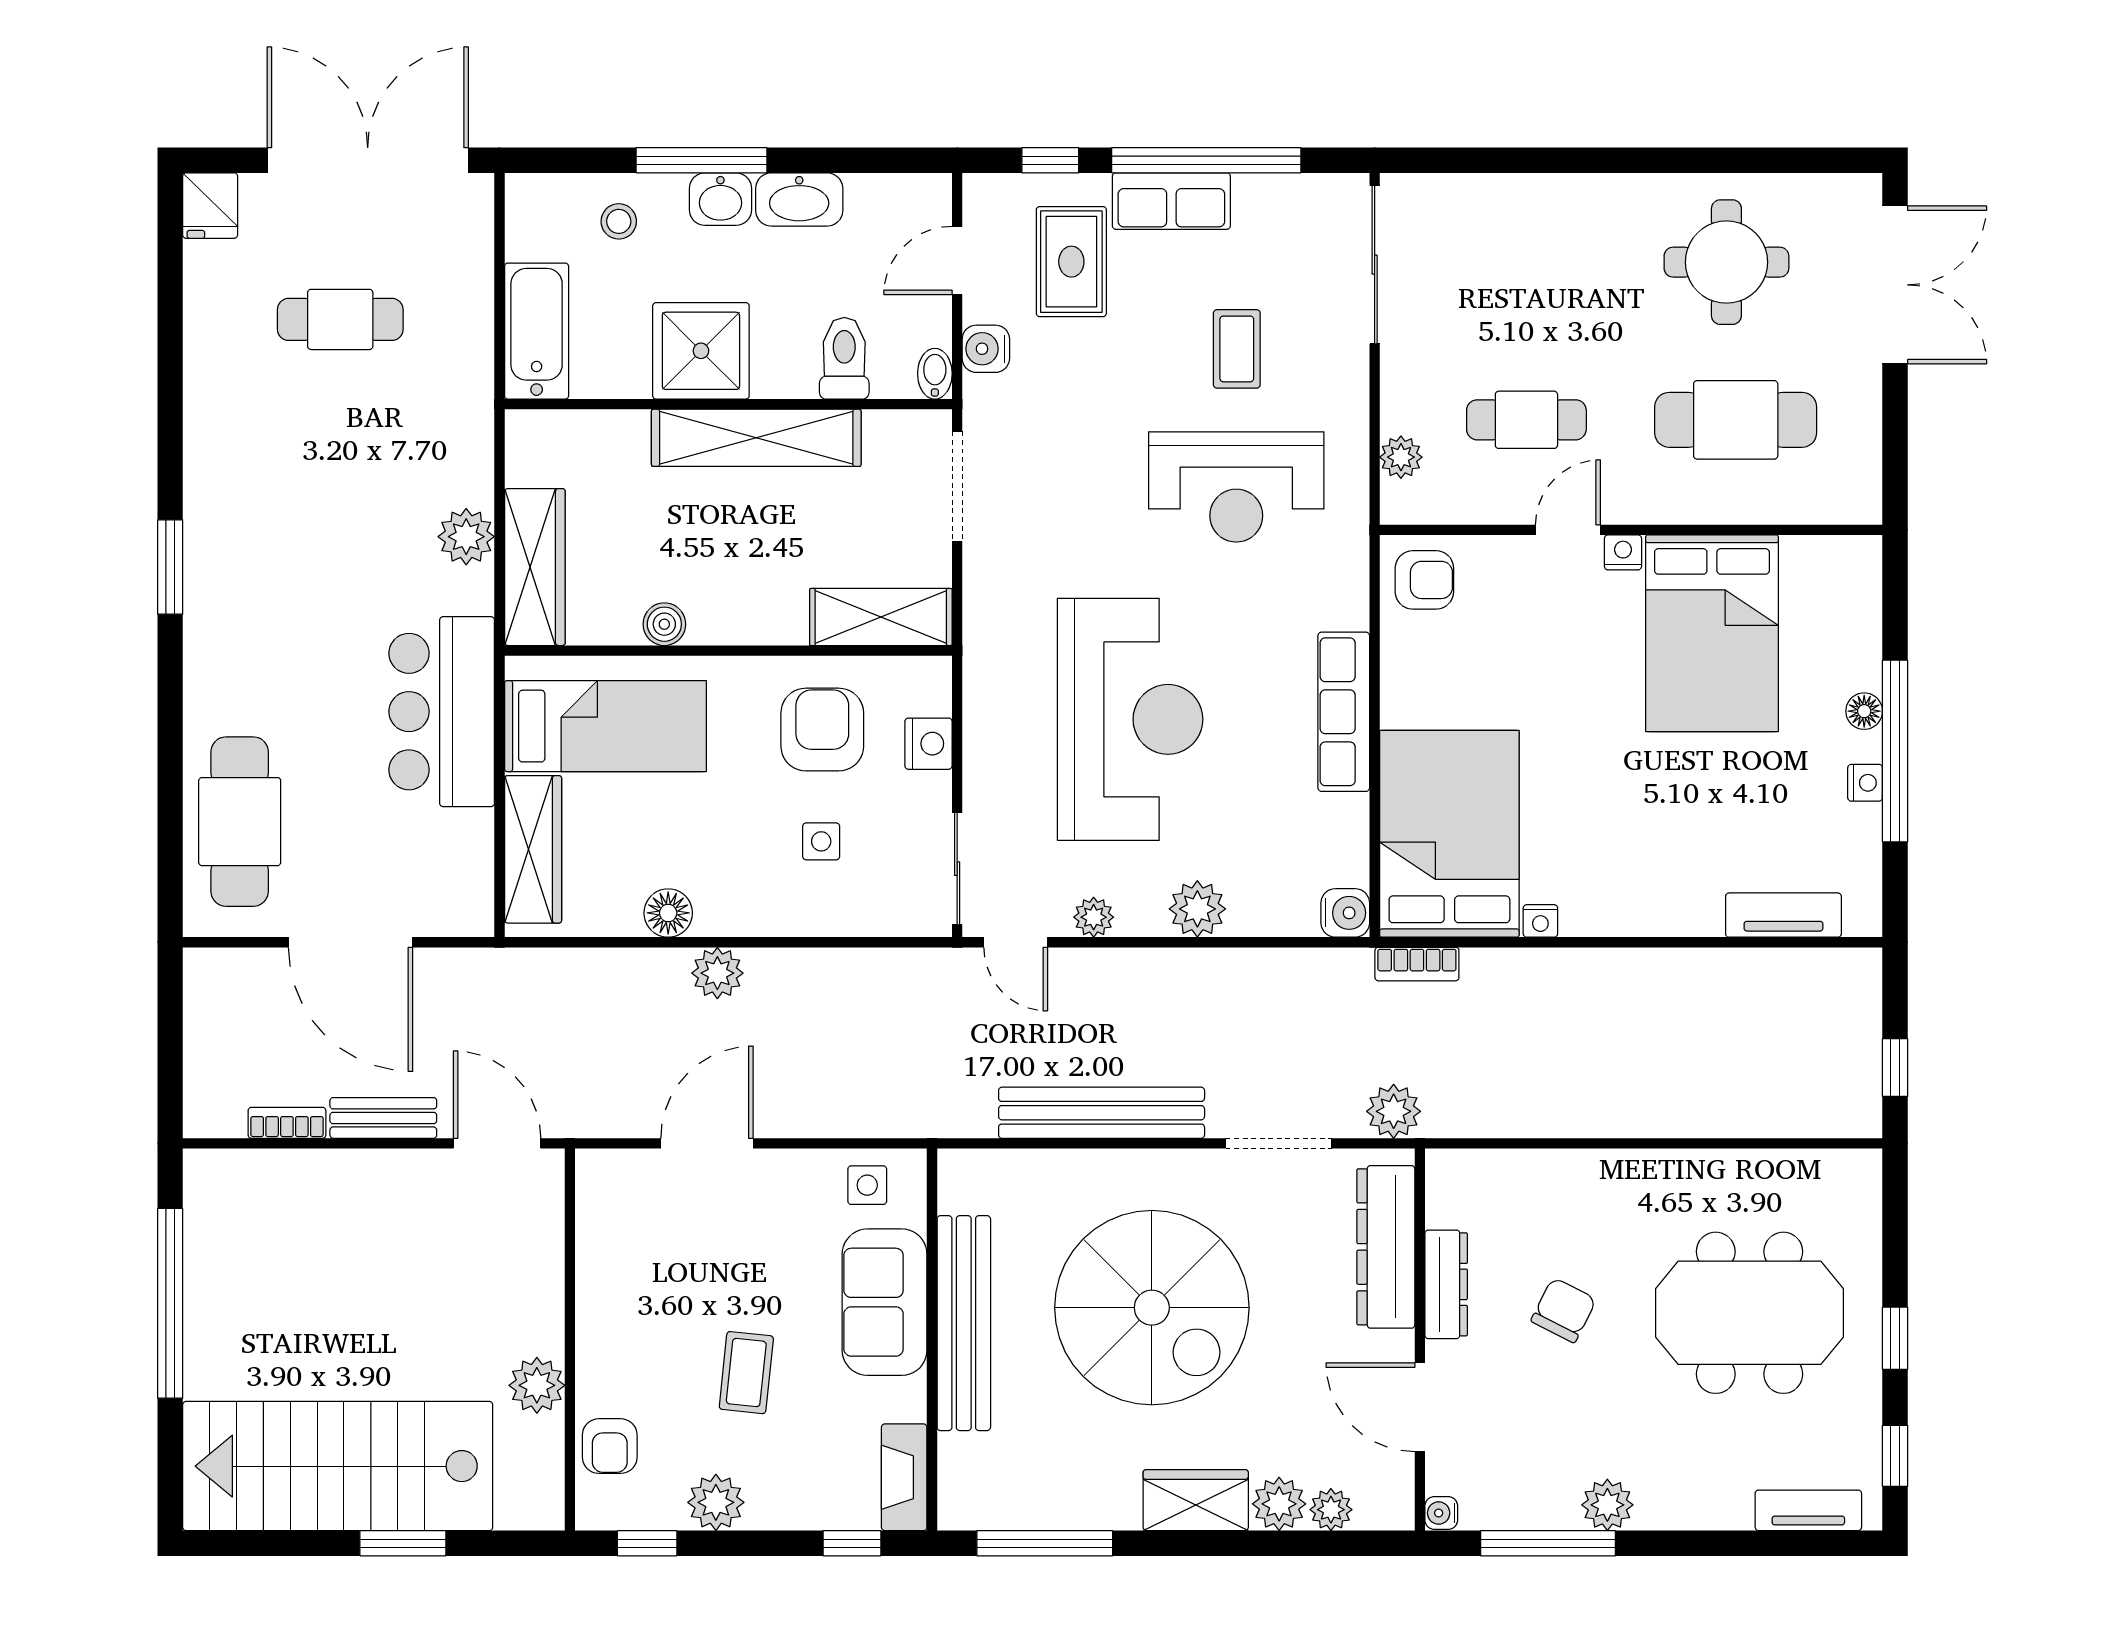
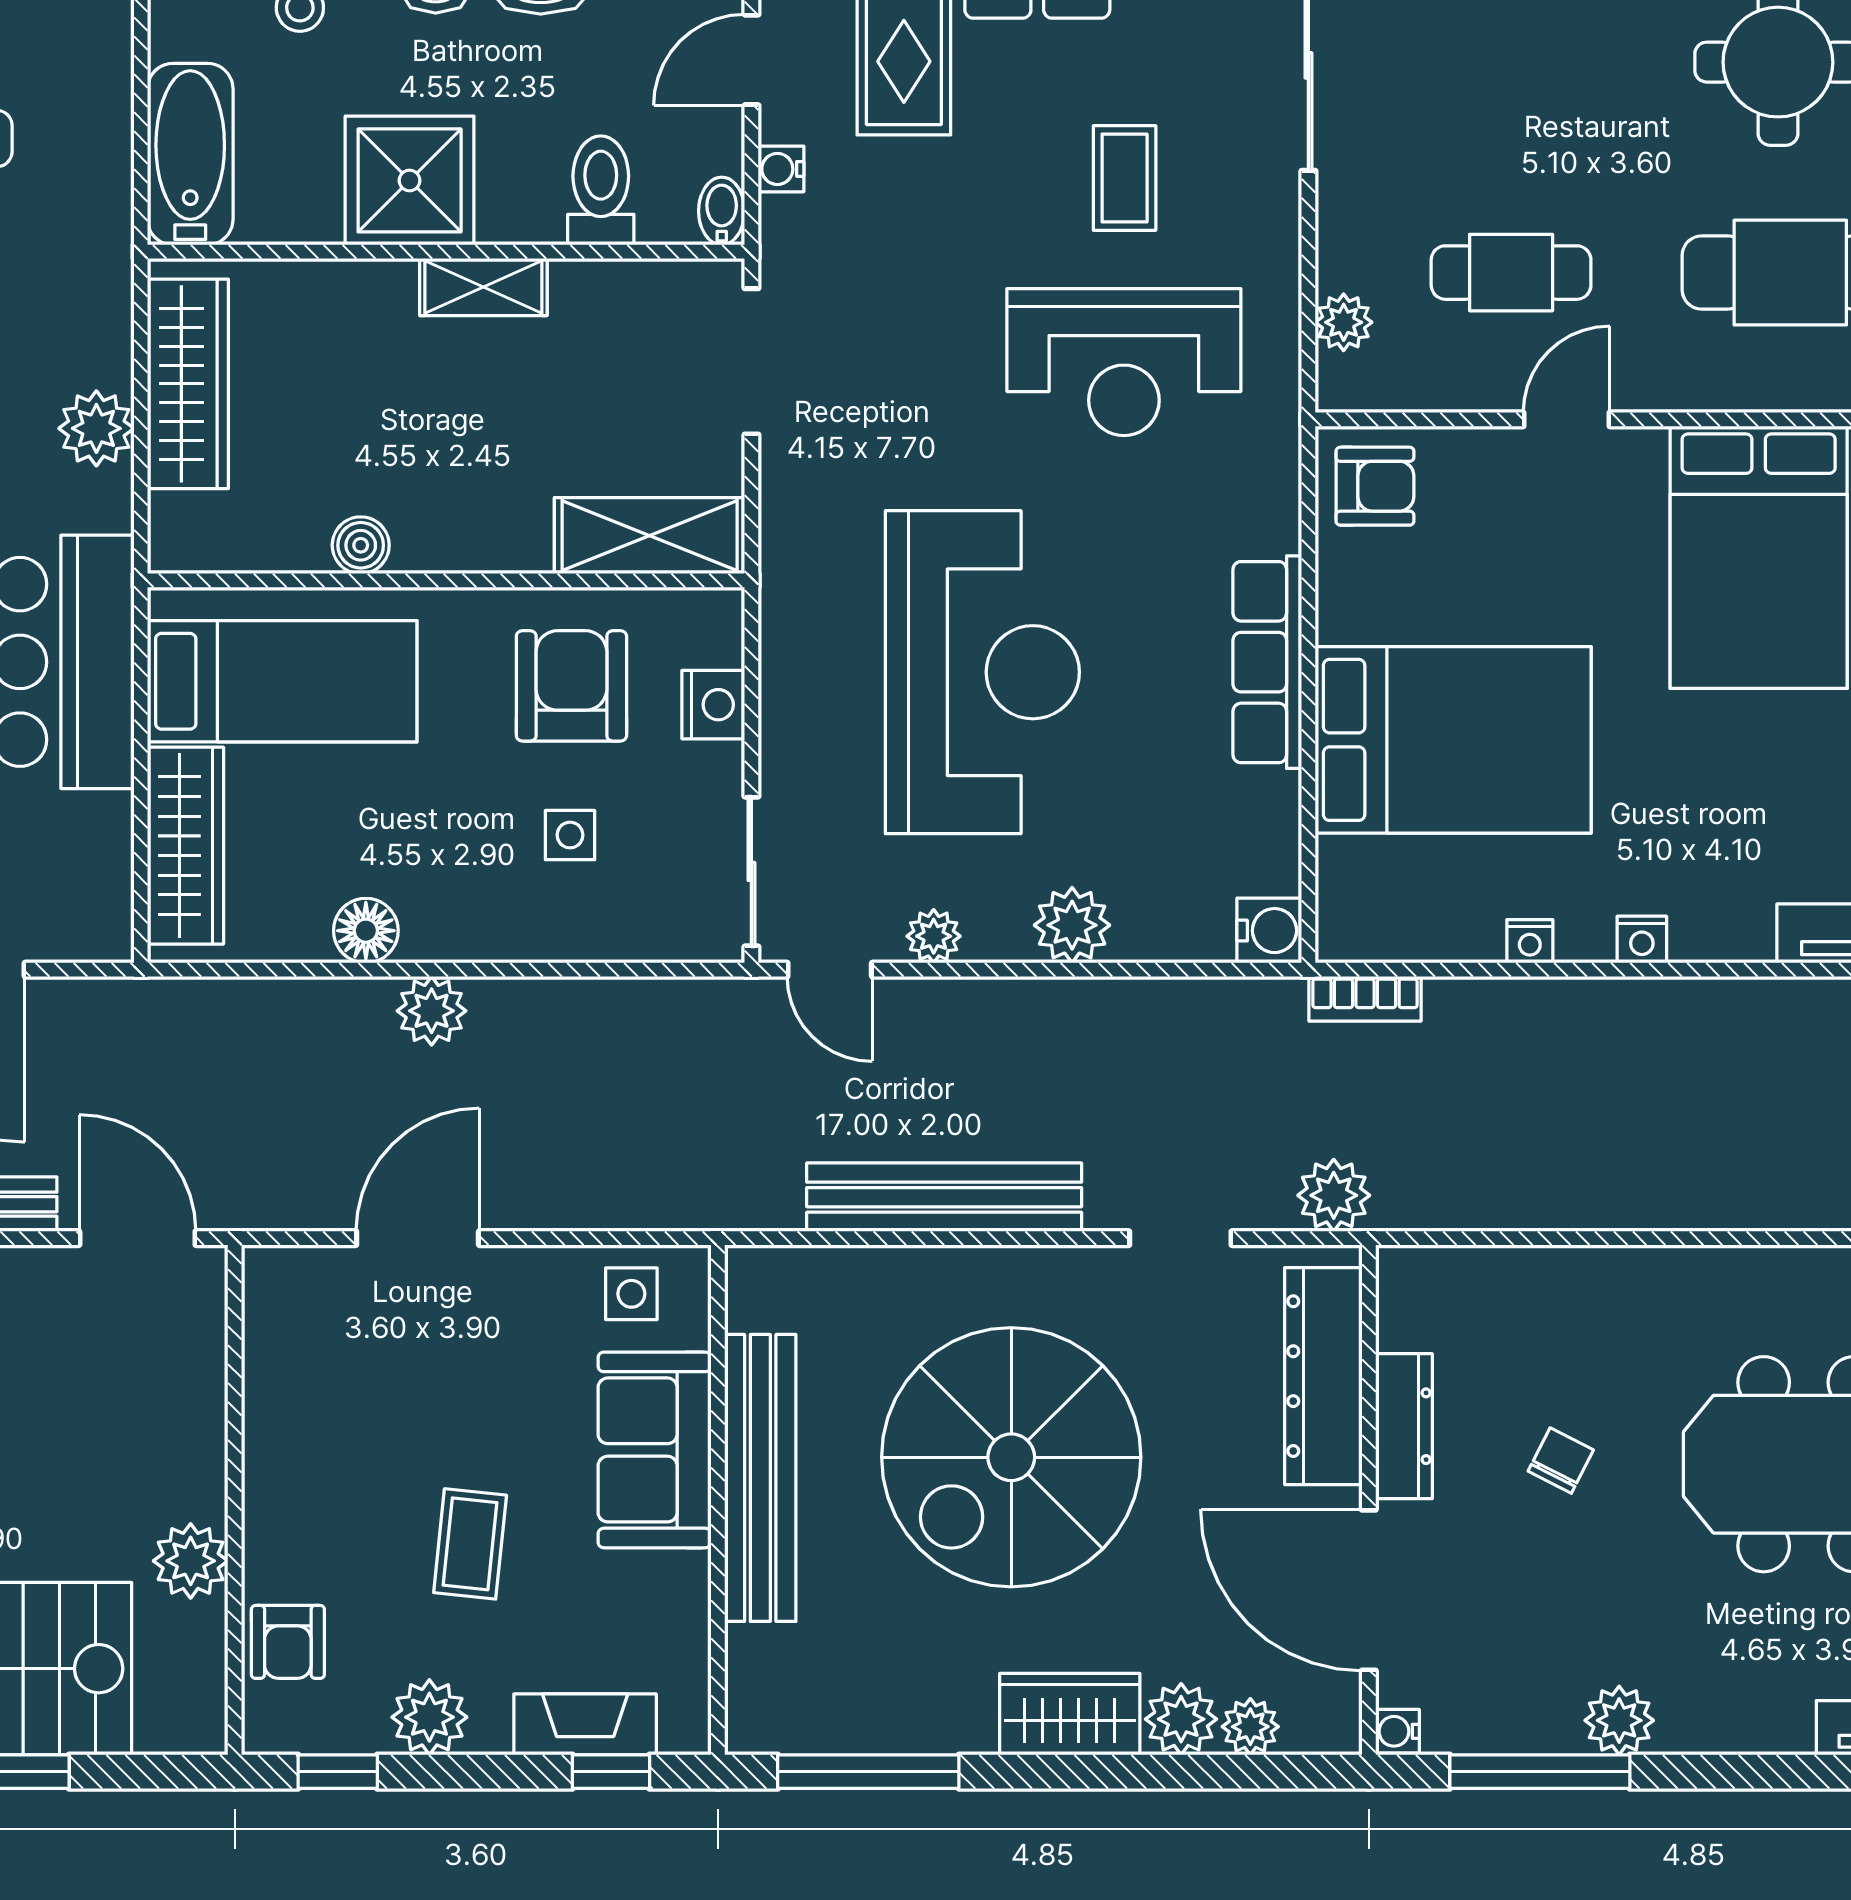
water cooler: (986, 349) -> (781, 169), width x0.72, depth x0.72
shelving: (756, 438) -> (483, 287), width x0.45, depth x0.75
nightstand: (1623, 552) -> (1642, 940), moved, turned 180
wardrobe: (535, 567) -> (188, 384), moved
bed: (1449, 834) -> (1453, 740), moved, turned 90
doorway: (1279, 1143) -> (1180, 1238), width x0.73
spiral stairs: (1152, 1308) -> (1011, 1457), turned 90
chair: (1564, 1310) -> (1561, 1461), width x0.73, depth x0.73
door: (1420, 1407) -> (1369, 1590), width x1.36
fireplace: (904, 1477) -> (585, 1724), moved, turned 90

